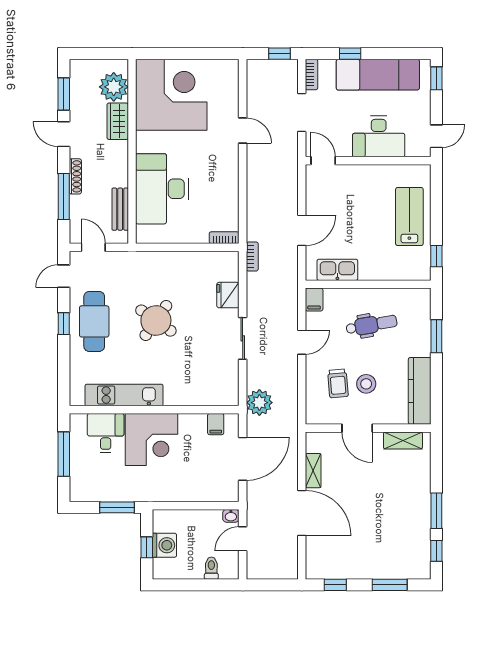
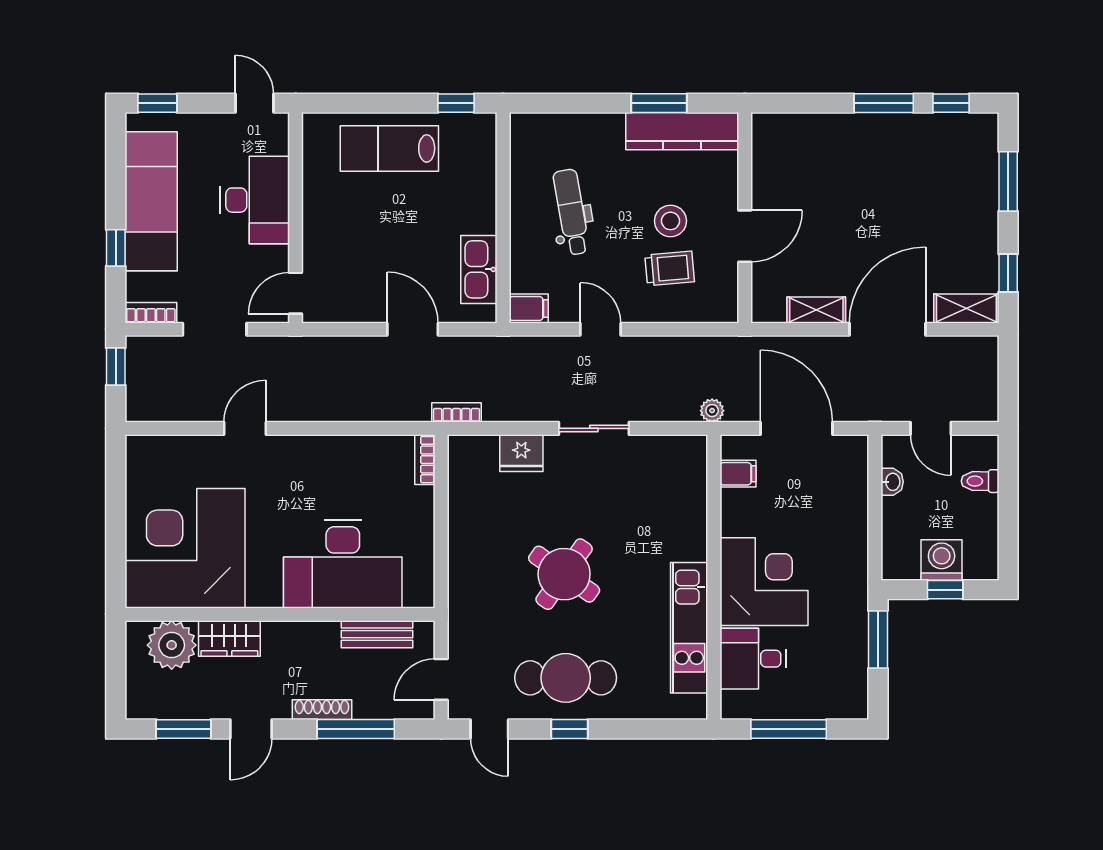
window: (436, 336) -> (659, 103), moved
plant: (259, 403) -> (712, 411), width x0.53, depth x0.53
shelving: (403, 440) -> (966, 308), moved, turned 90
washbasin: (231, 516) -> (892, 482), moved

